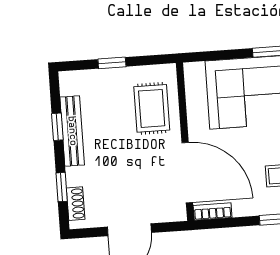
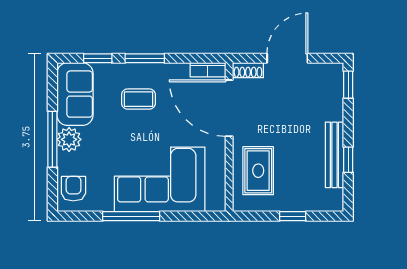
window: (62, 187) -> (348, 85), moved
shoe rack: (76, 204) -> (248, 70), moved, turned -90

